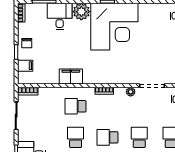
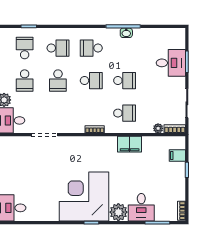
chair: (27, 43) -> (176, 179), removed
plant: (131, 92) -> (158, 128), moved
school desk: (76, 137) -> (125, 81), turned -90

